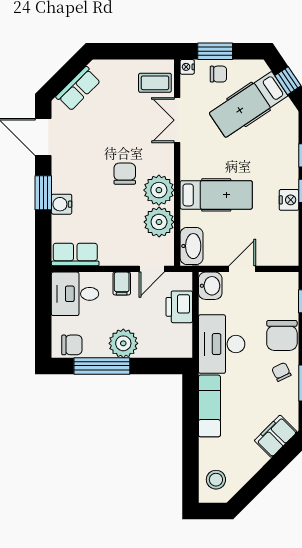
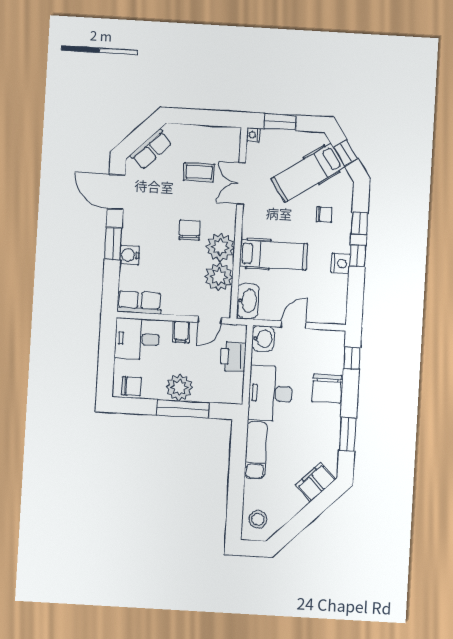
chair: (218, 74) -> (324, 214), moved
coffee table: (155, 83) -> (199, 172), moved
window: (102, 366) -> (183, 409), moved
chair: (281, 372) -> (324, 422), removed

